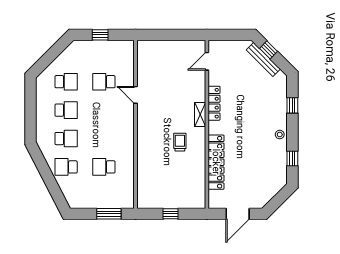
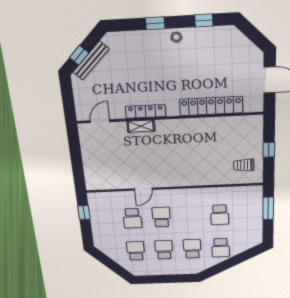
window: (100, 35) -> (84, 213), moved
door: (207, 61) -> (100, 121), swing flipped
window: (292, 105) -> (155, 23), moved
school desk: (104, 110) -> (161, 217), added
shelving: (200, 114) -> (141, 126), moved
trolley: (180, 142) -> (244, 165), moved

